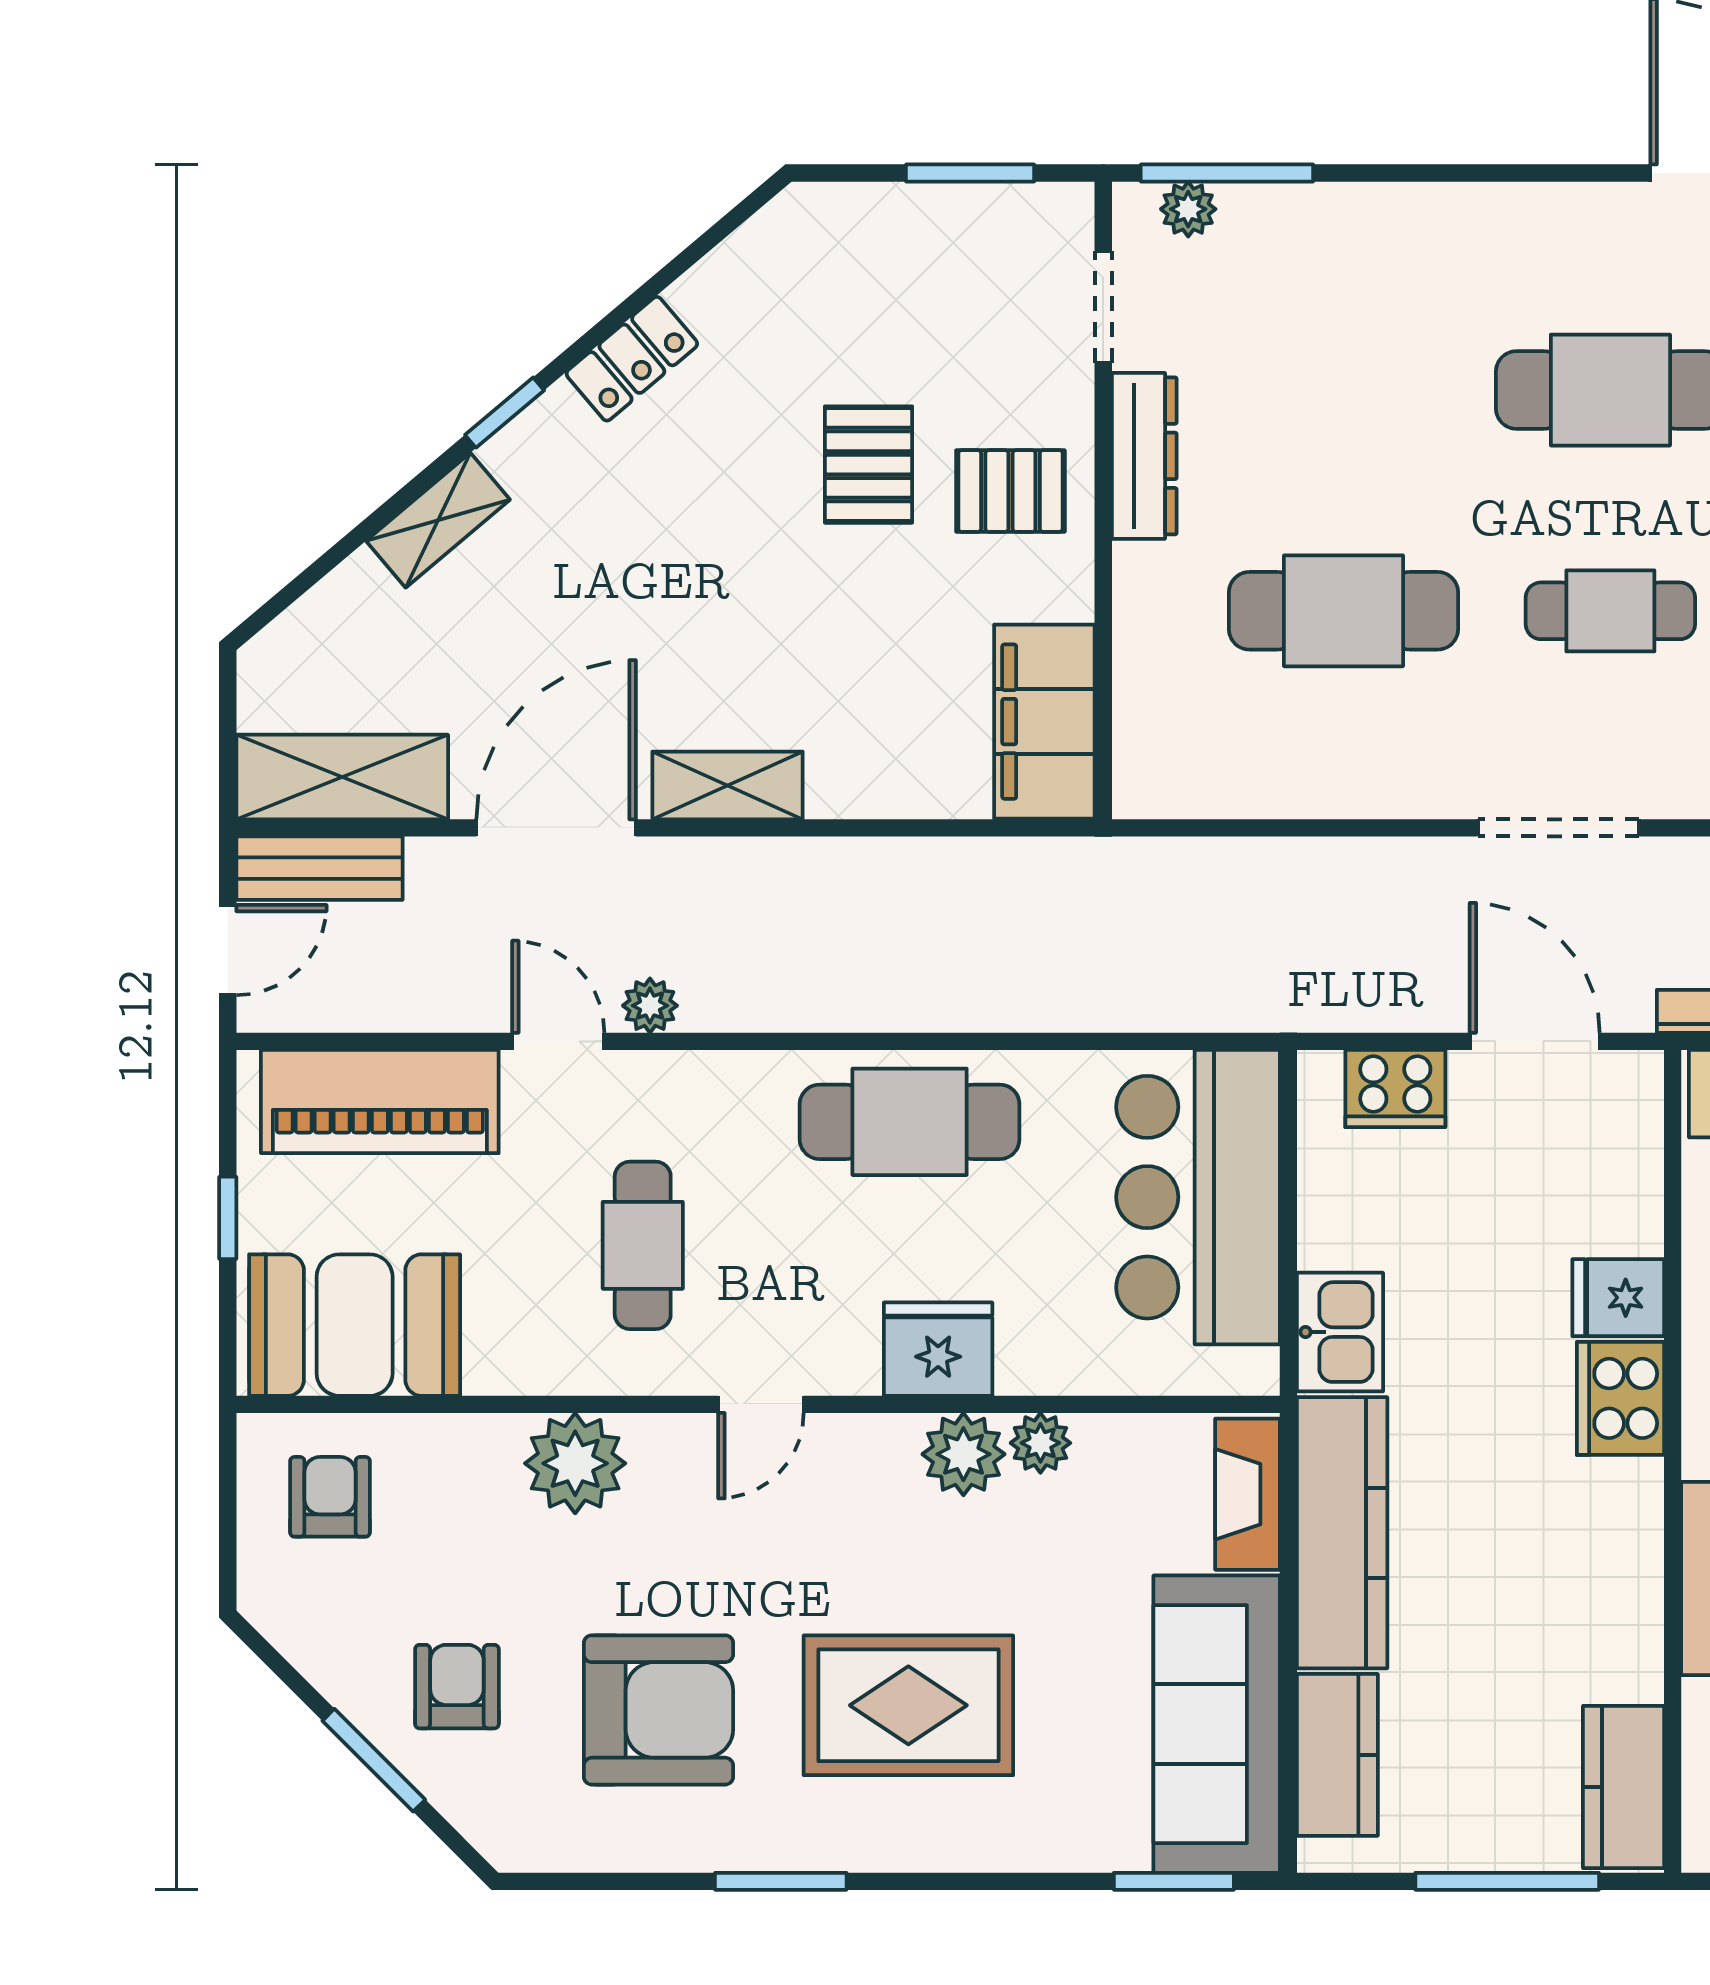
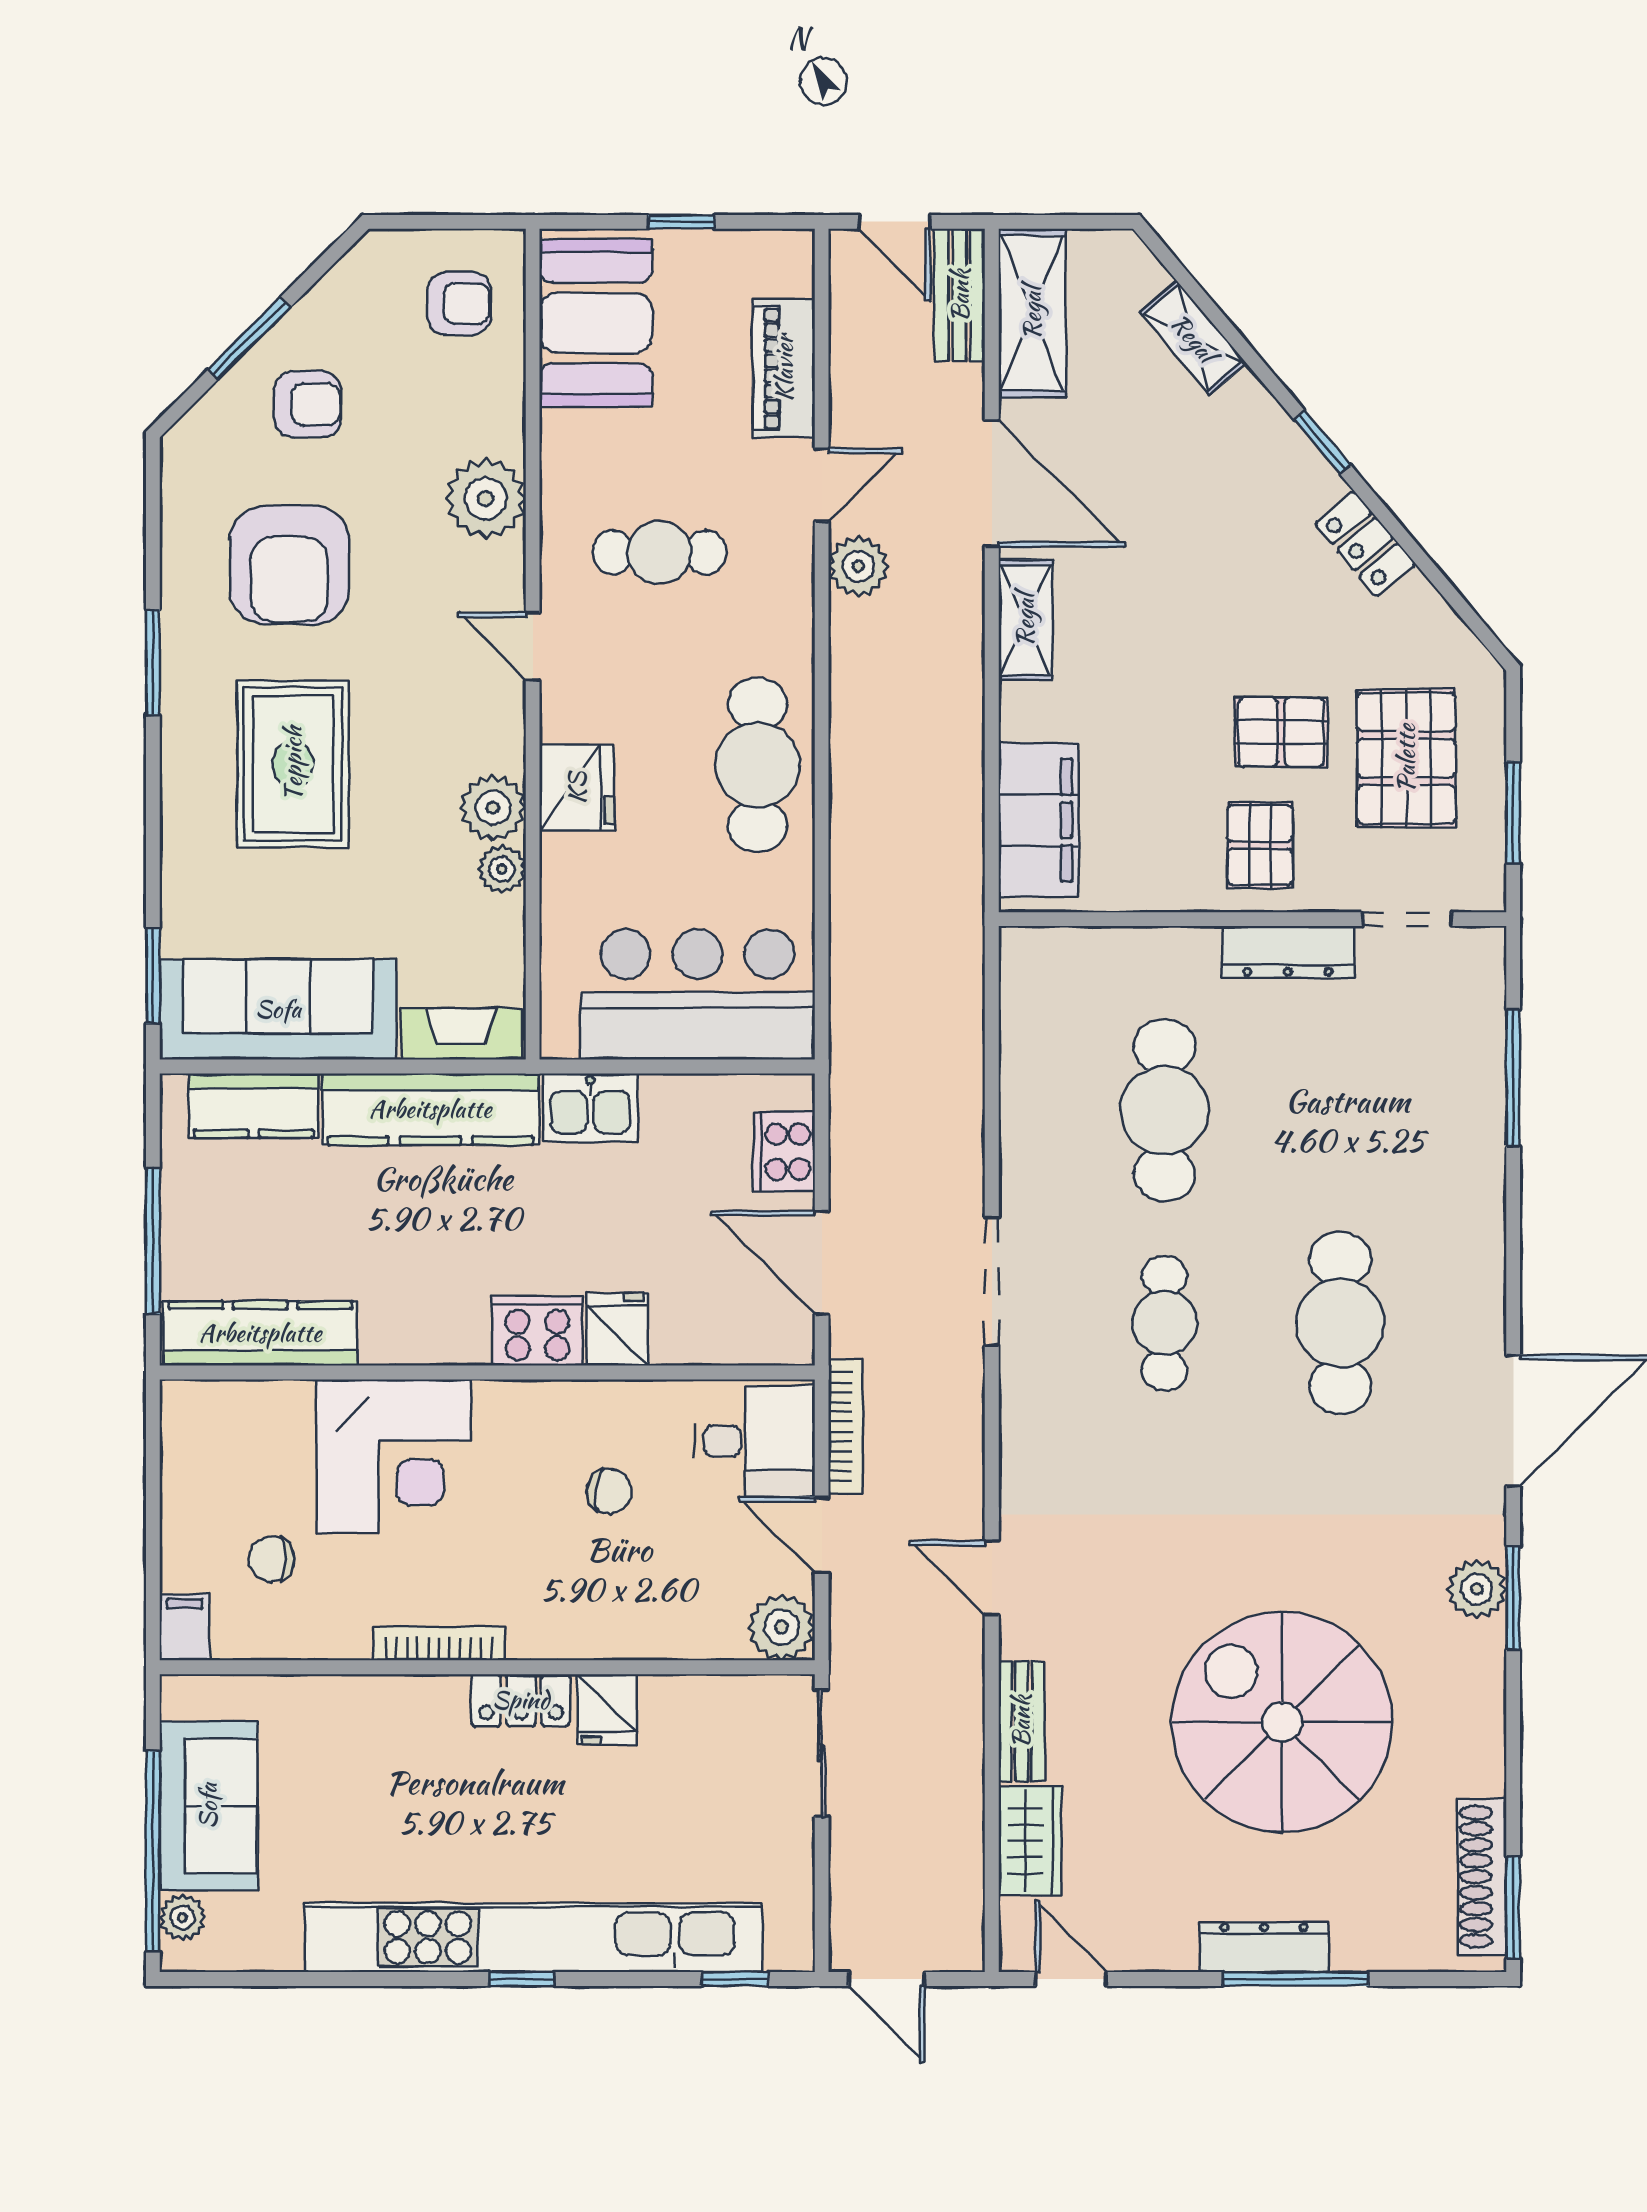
window: (1227, 173) -> (1513, 1078), moved
plant: (1188, 209) -> (1484, 987), removed
pallet: (901, 307) -> (1406, 758), added
shelving: (438, 520) -> (1193, 338), moved
filing cabinet: (1044, 722) -> (1039, 820), moved, turned 90
plant: (650, 1006) -> (858, 566), width x1.38, depth x1.38
door: (1535, 1041) -> (822, 1263), swing flipped
piano: (380, 1102) -> (784, 368), width x0.73, depth x0.75
kitchen counter: (1624, 1787) -> (260, 1333), width x1.50

